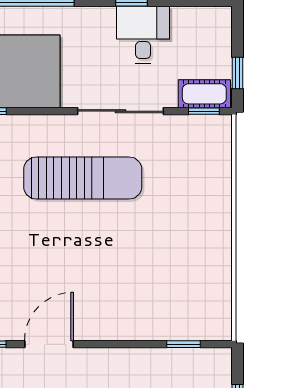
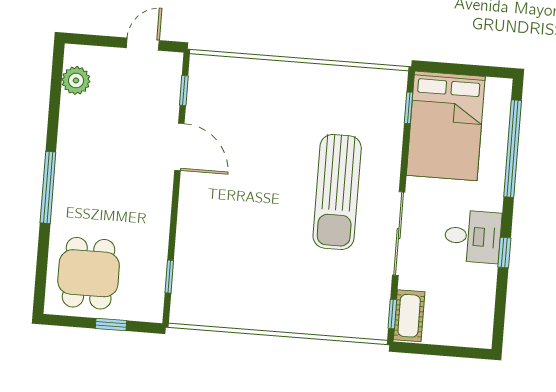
desk: (143, 35) -> (473, 236), moved
window: (237, 73) -> (427, 349), removed

